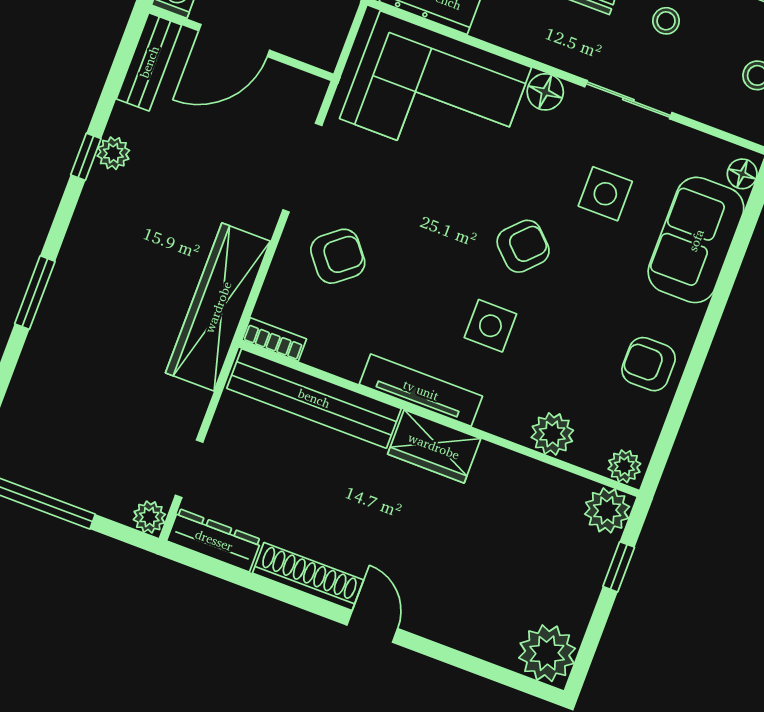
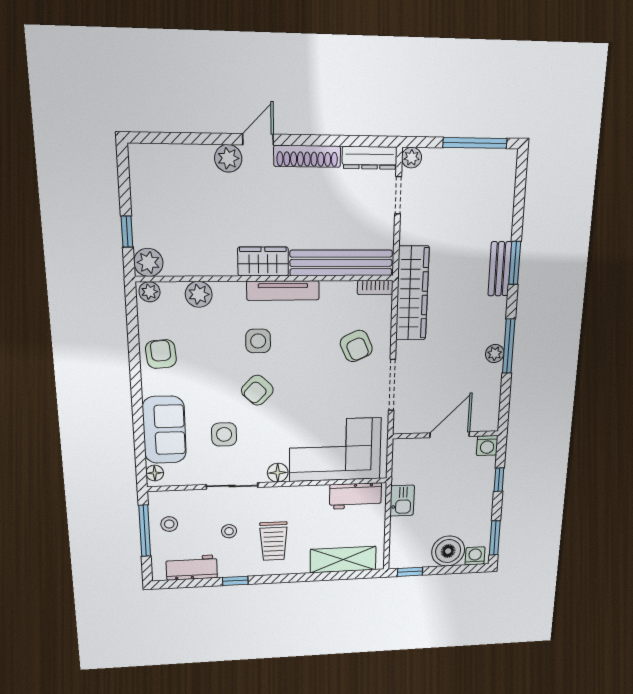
bench: (149, 62) -> (500, 269), moved
window: (86, 157) -> (509, 346), width x2.17
armchair: (338, 256) -> (356, 346), turned -75
armchair: (649, 364) -> (161, 354), turned -95
door: (372, 627) -> (258, 139), swing flipped
plant: (547, 653) -> (228, 158), moved, width x0.73, depth x0.73

